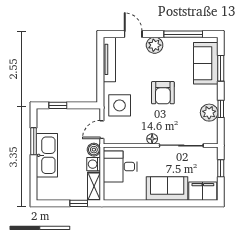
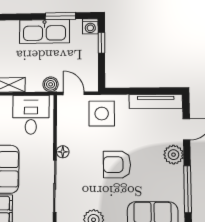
washing machine: (94, 164) -> (90, 26), moved, turned 180

